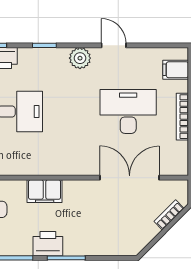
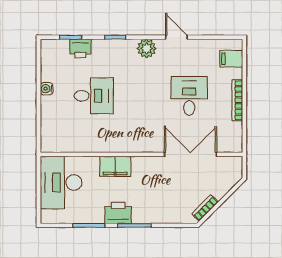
desk: (128, 112) -> (189, 96), width x0.73
bookcase: (169, 215) -> (205, 208), moved

